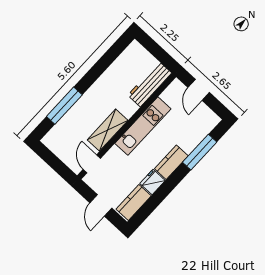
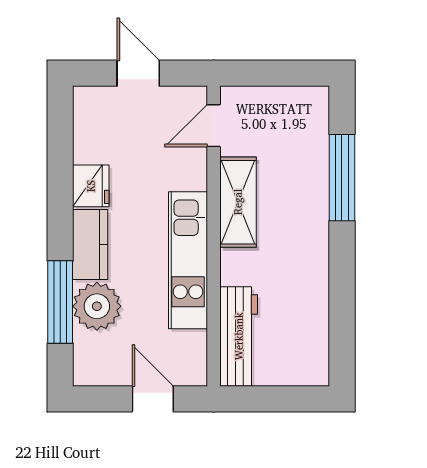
plant: (189, 139) -> (97, 306), added
door: (92, 164) -> (214, 126), swing flipped
kitchen counter: (134, 202) -> (91, 126), removed

